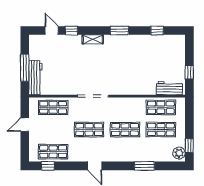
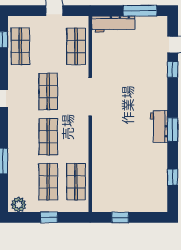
shelving: (93, 39) -> (161, 96), removed
window: (25, 68) -> (140, 11), moved
workbench: (169, 88) -> (159, 126), moved, turned 180
window: (189, 146) -> (49, 217), moved

